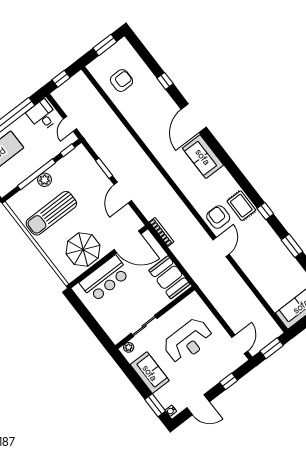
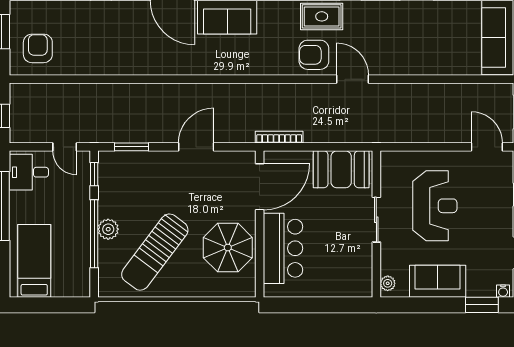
armchair: (121, 81) -> (38, 48), moved
window: (104, 168) -> (132, 147), moved
door: (123, 193) -> (196, 147), swing flipped
sun lounger: (51, 213) -> (155, 252), turned 37
sliding door: (144, 326) -> (376, 220), moved

